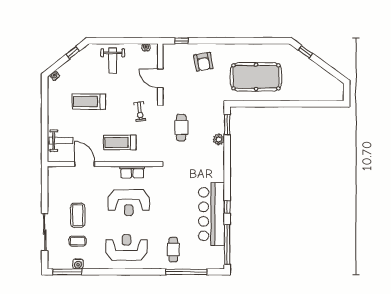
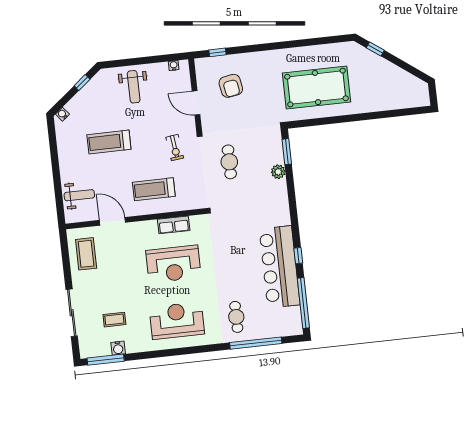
armchair: (203, 62) -> (231, 86), moved
coffee table: (78, 215) -> (86, 254), moved

